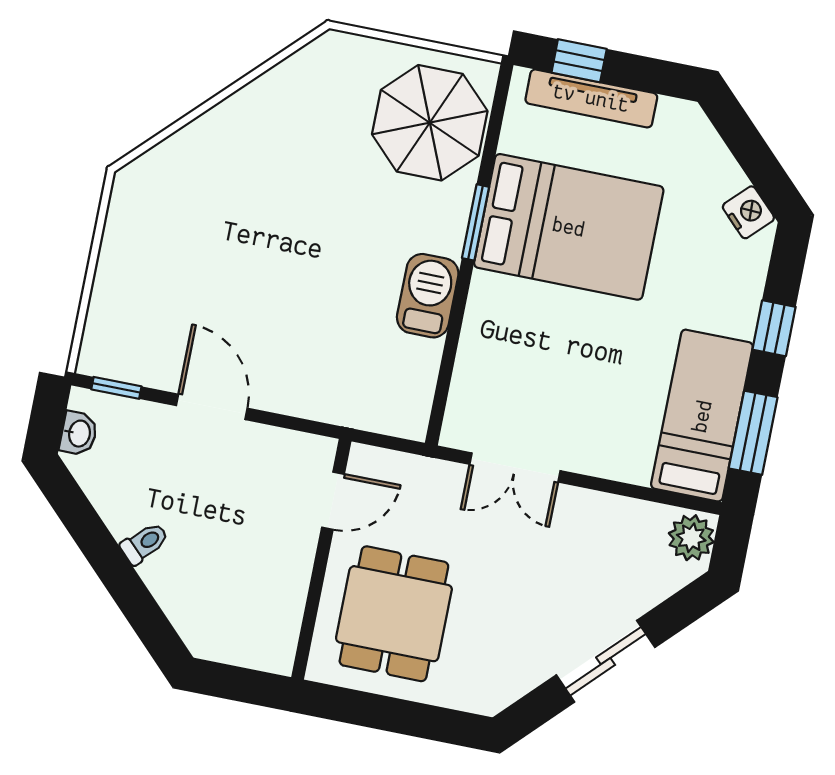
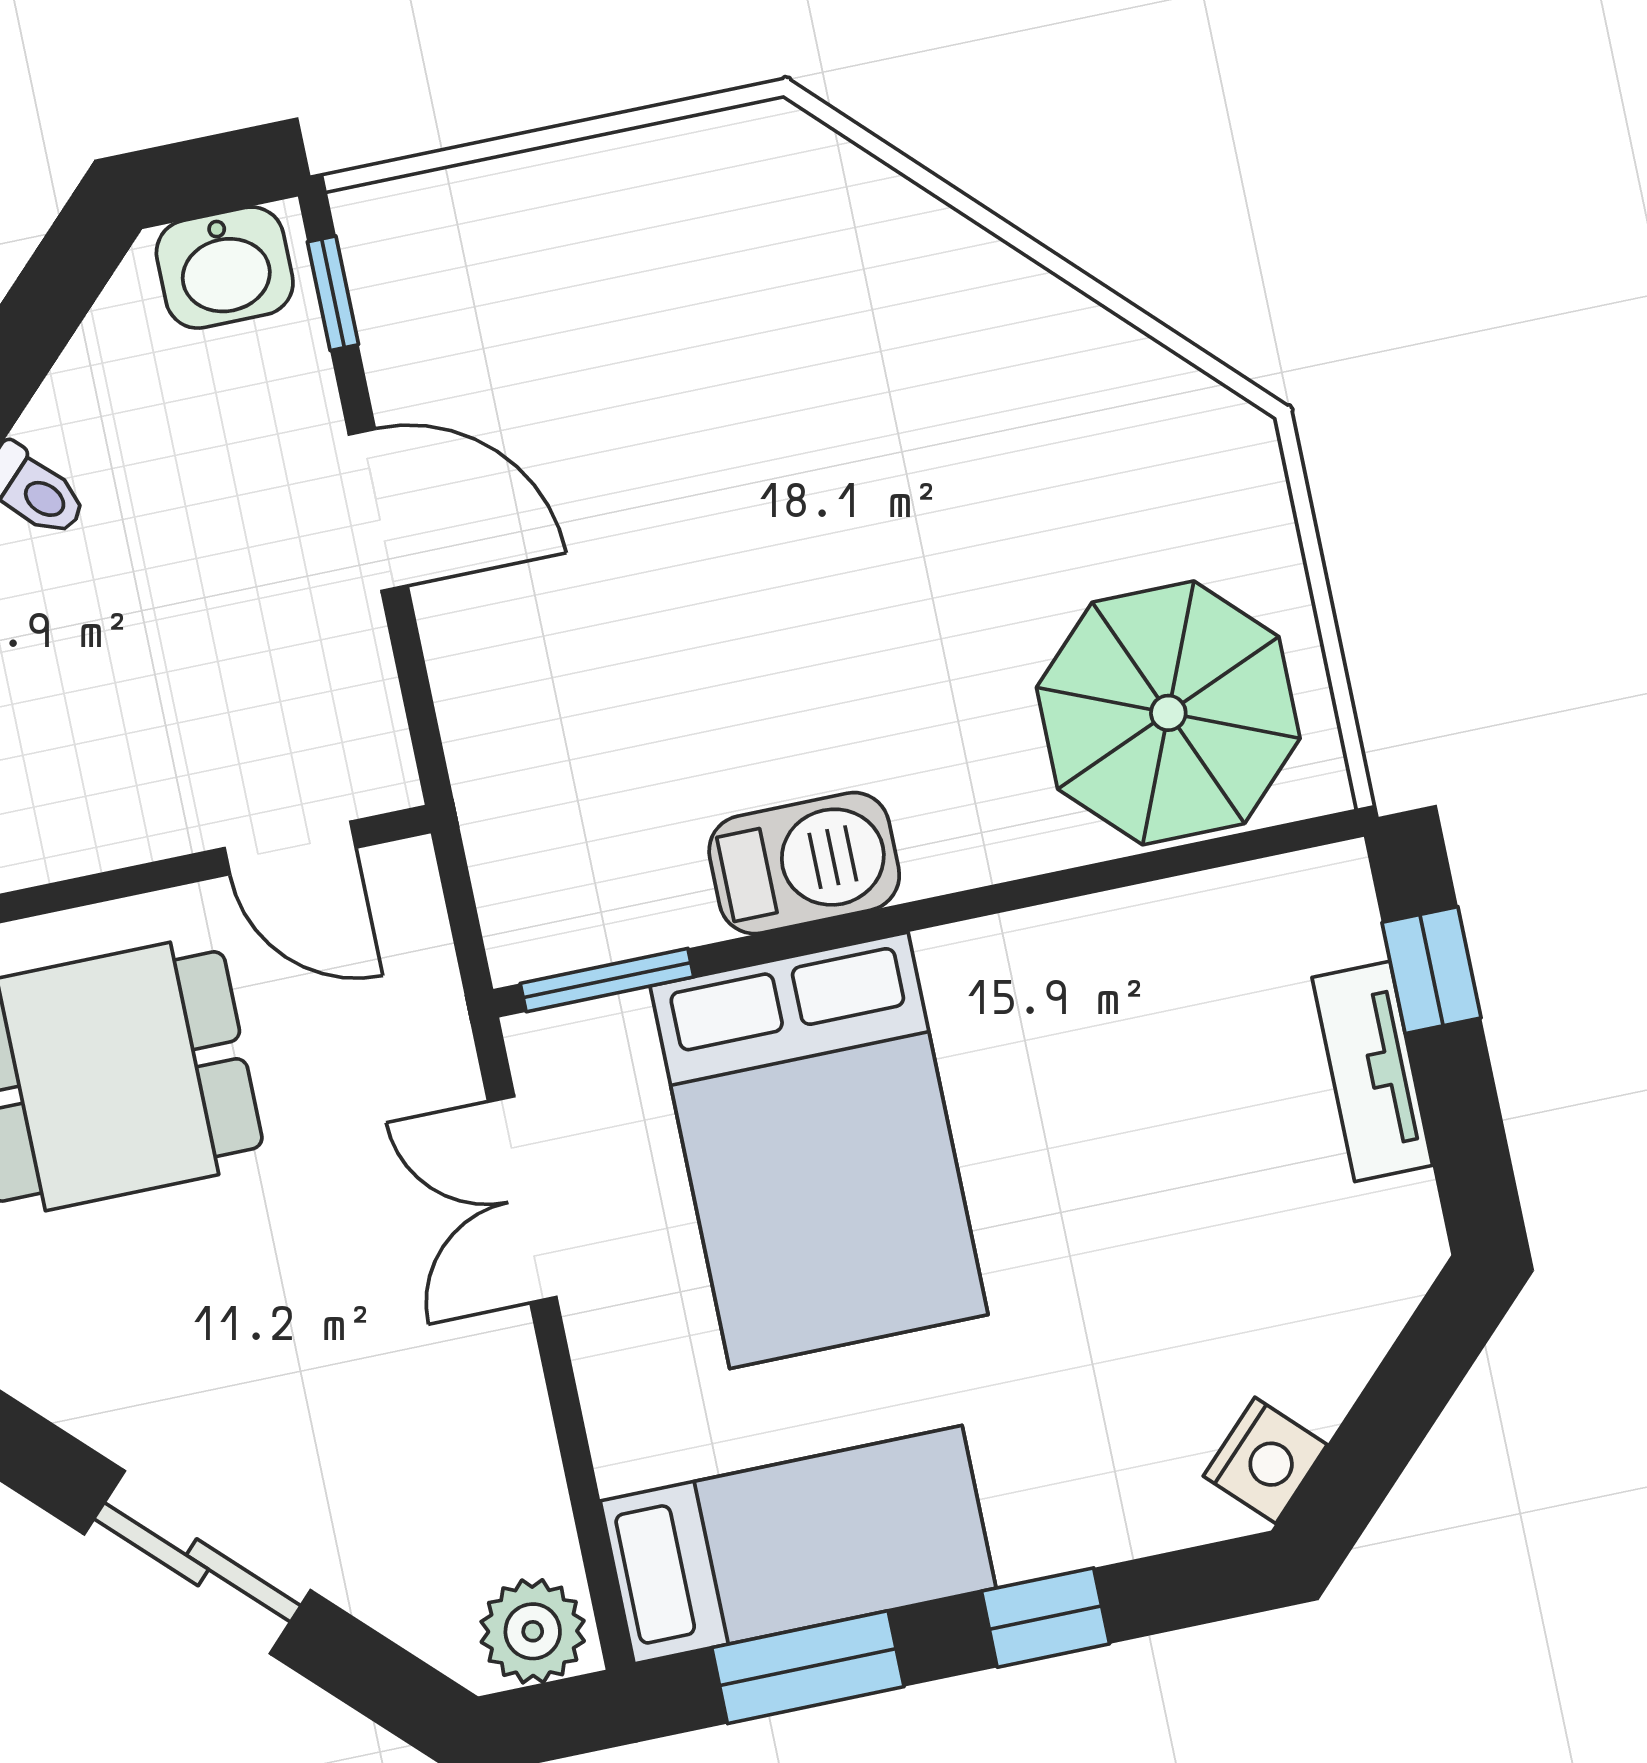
tv unit: (591, 98) -> (1372, 1071), width x0.71
window: (476, 222) -> (607, 980), moved
bed: (569, 227) -> (819, 1150), moved
door: (212, 407) -> (378, 510), hinge flipped
washbasin: (79, 433) -> (225, 268), width x1.38, depth x1.45

